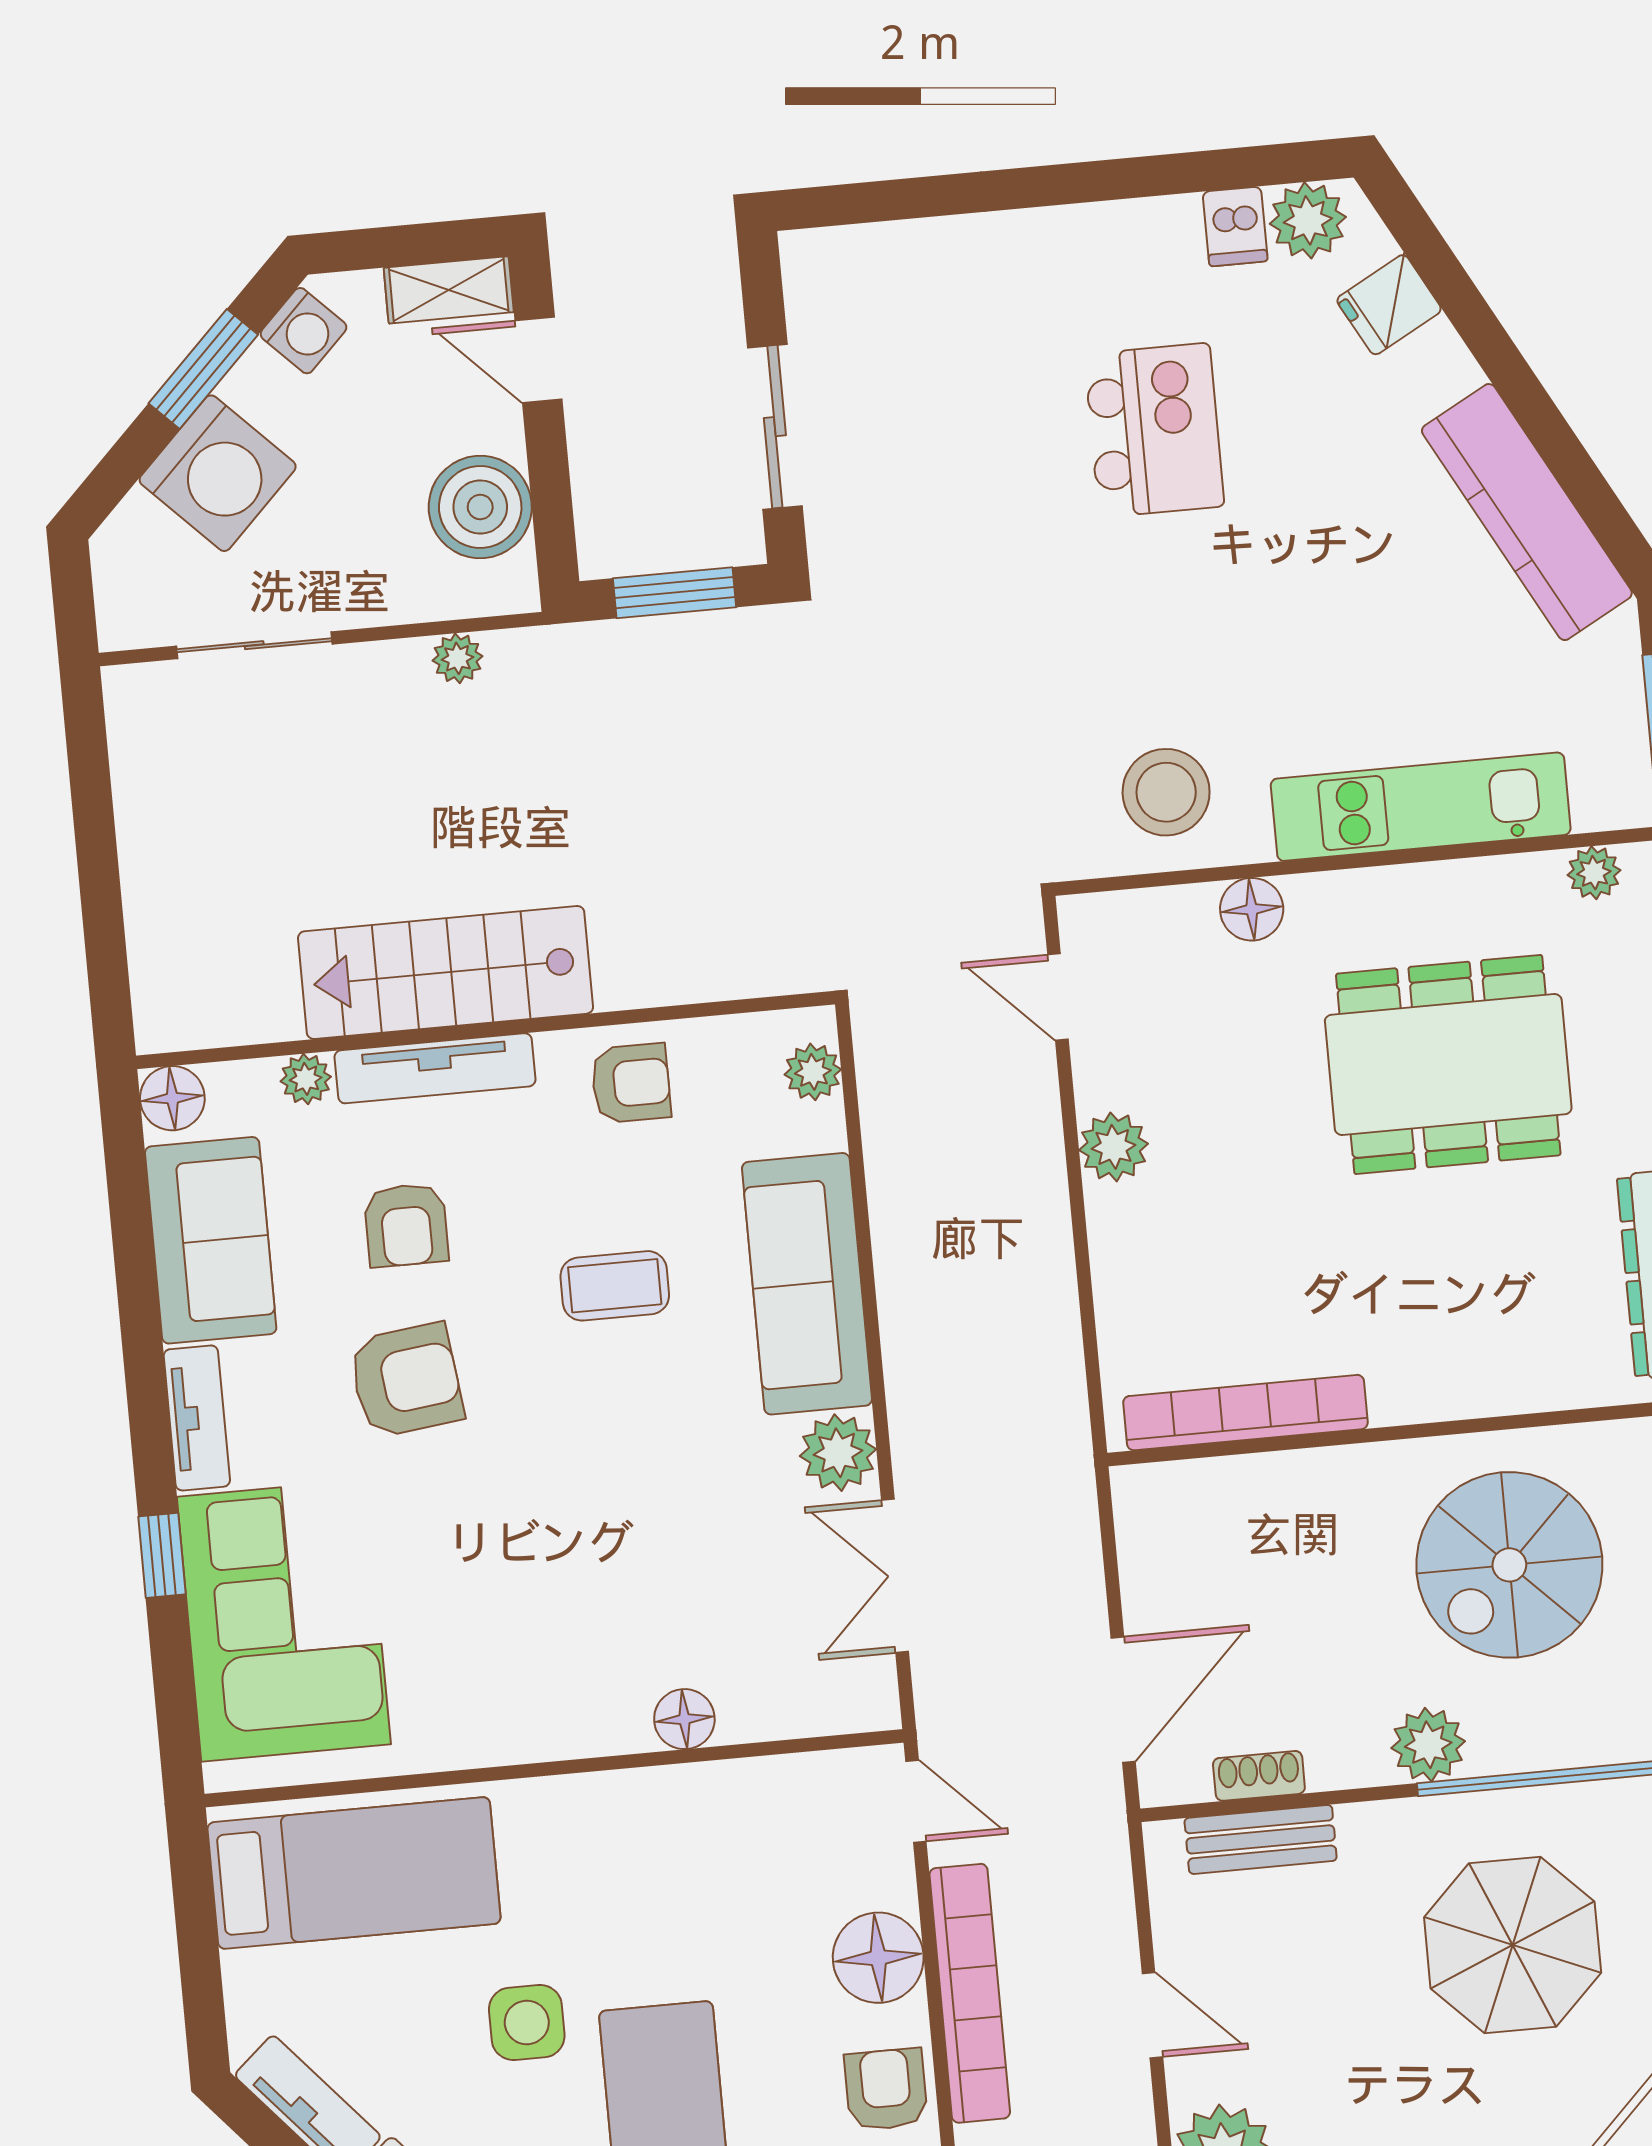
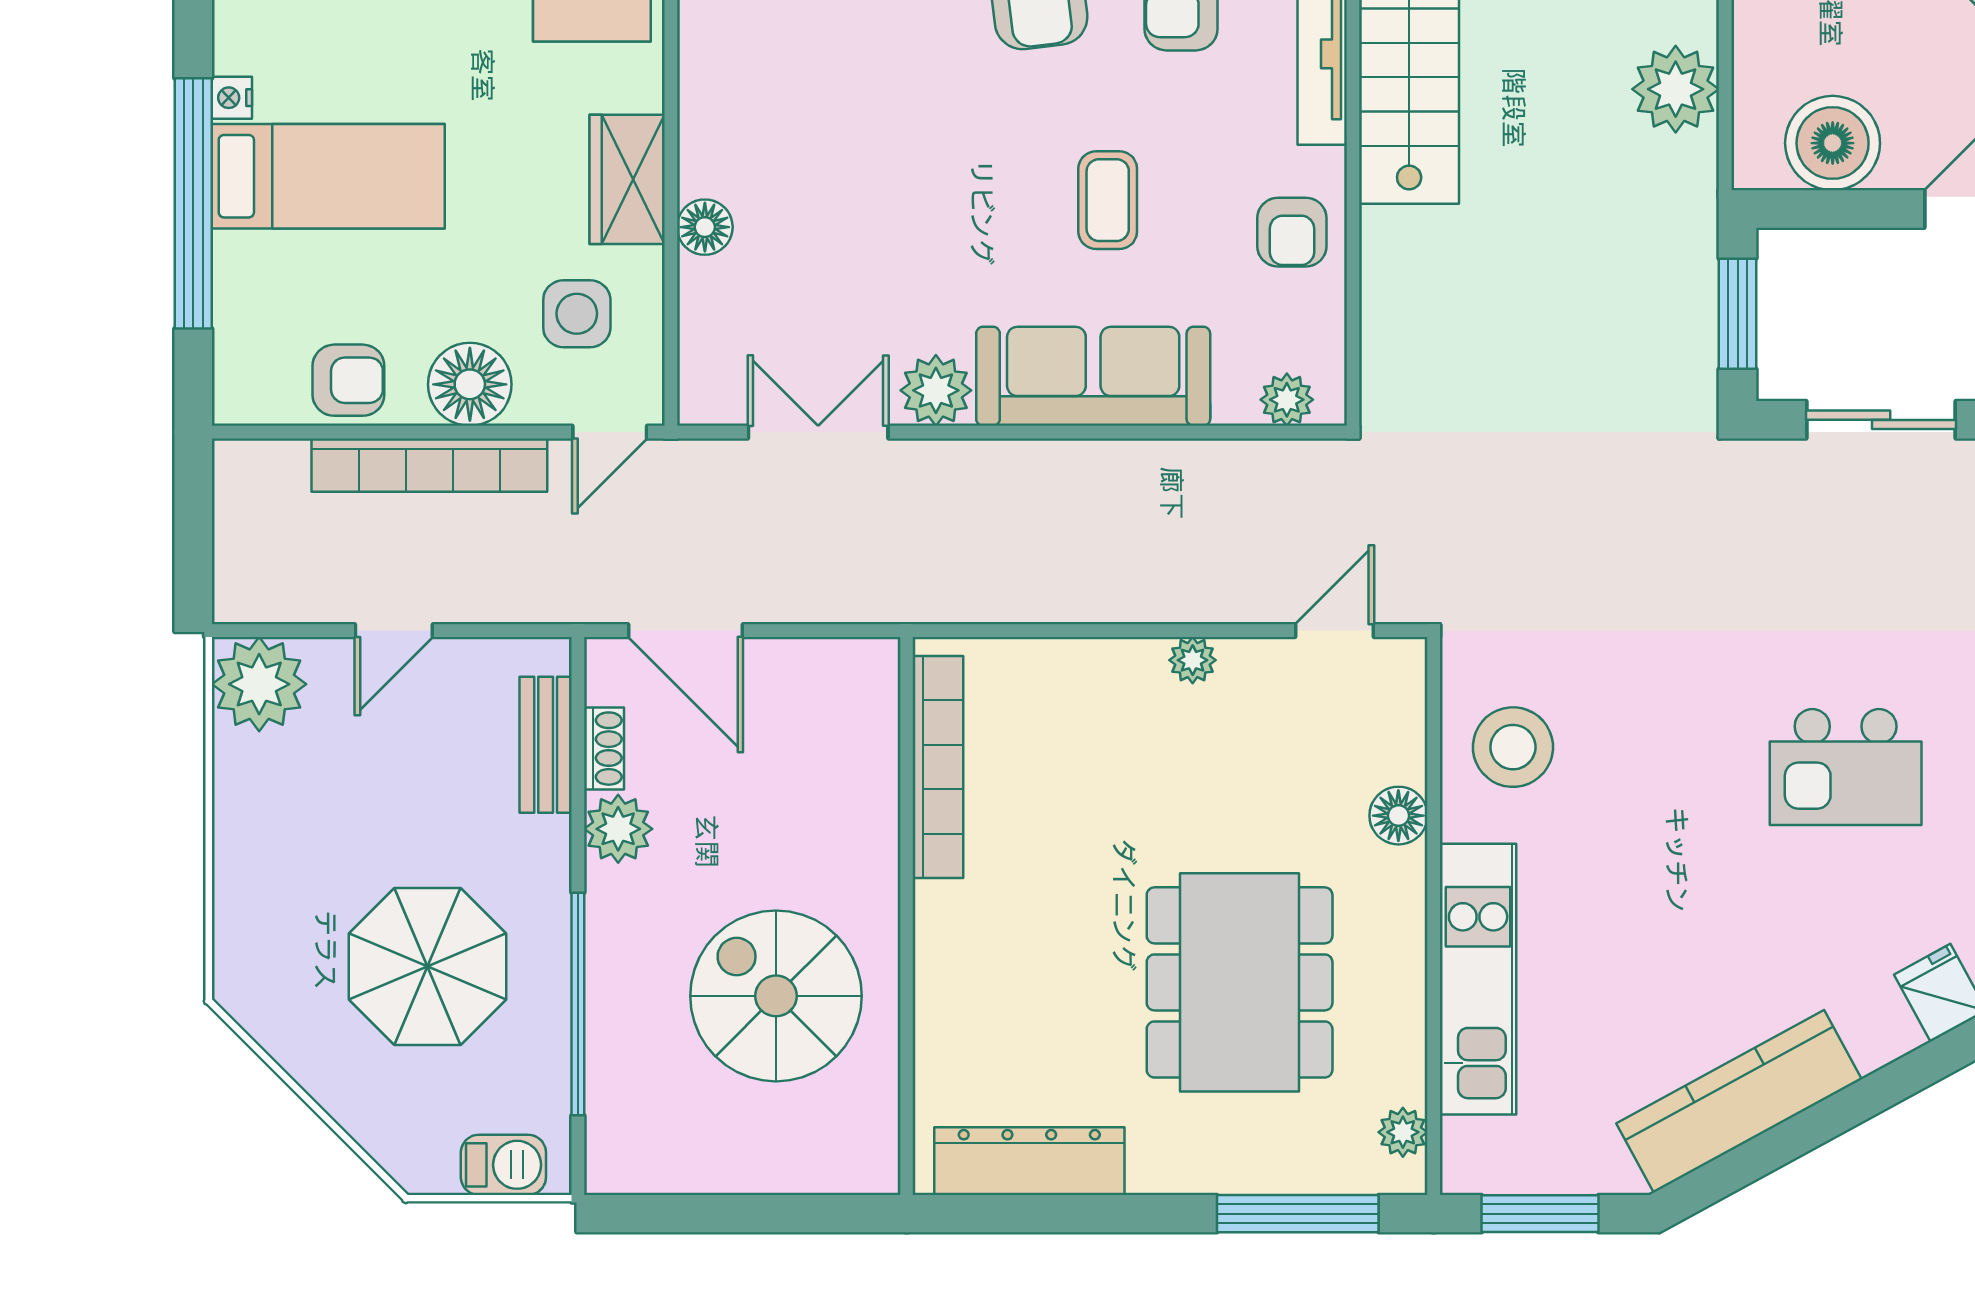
plant: (458, 658) -> (1676, 89), width x1.88, depth x1.88
plant: (1114, 1147) -> (1193, 660), width x0.73, depth x0.73
plant: (1428, 1745) -> (618, 829), moved
wardrobe: (641, 1808) -> (627, 179), added
side table: (527, 2022) -> (577, 314), moved

